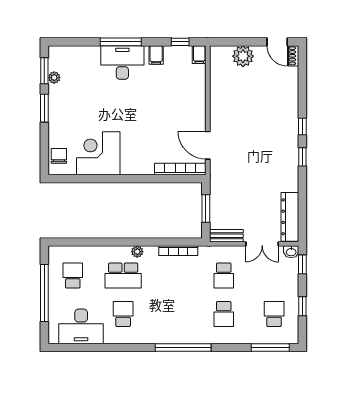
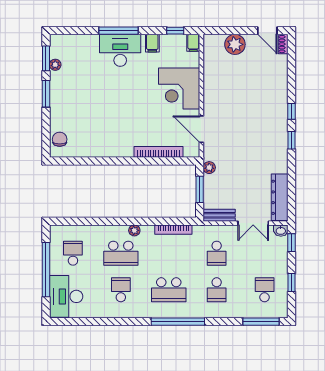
corner desk: (98, 153) -> (179, 89), moved, turned -90
bookcase: (180, 169) -> (159, 152), moved
plant: (216, 186) -> (209, 168), added
school desk: (173, 314) -> (169, 290), added
desk: (81, 326) -> (66, 296), moved, turned 90

